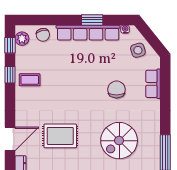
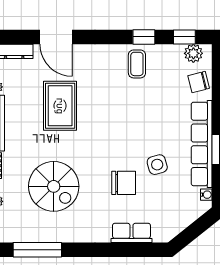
side table: (138, 50) -> (157, 165), moved
spiral stairs: (119, 141) -> (54, 186), turned 180

